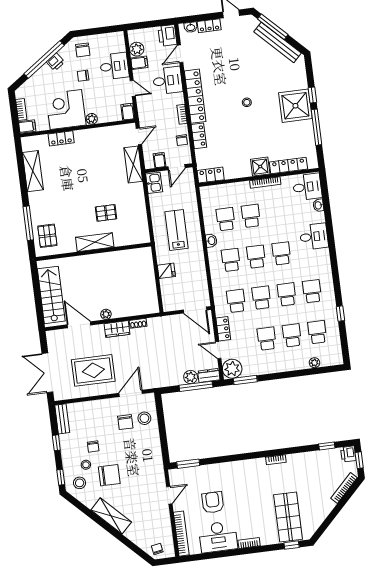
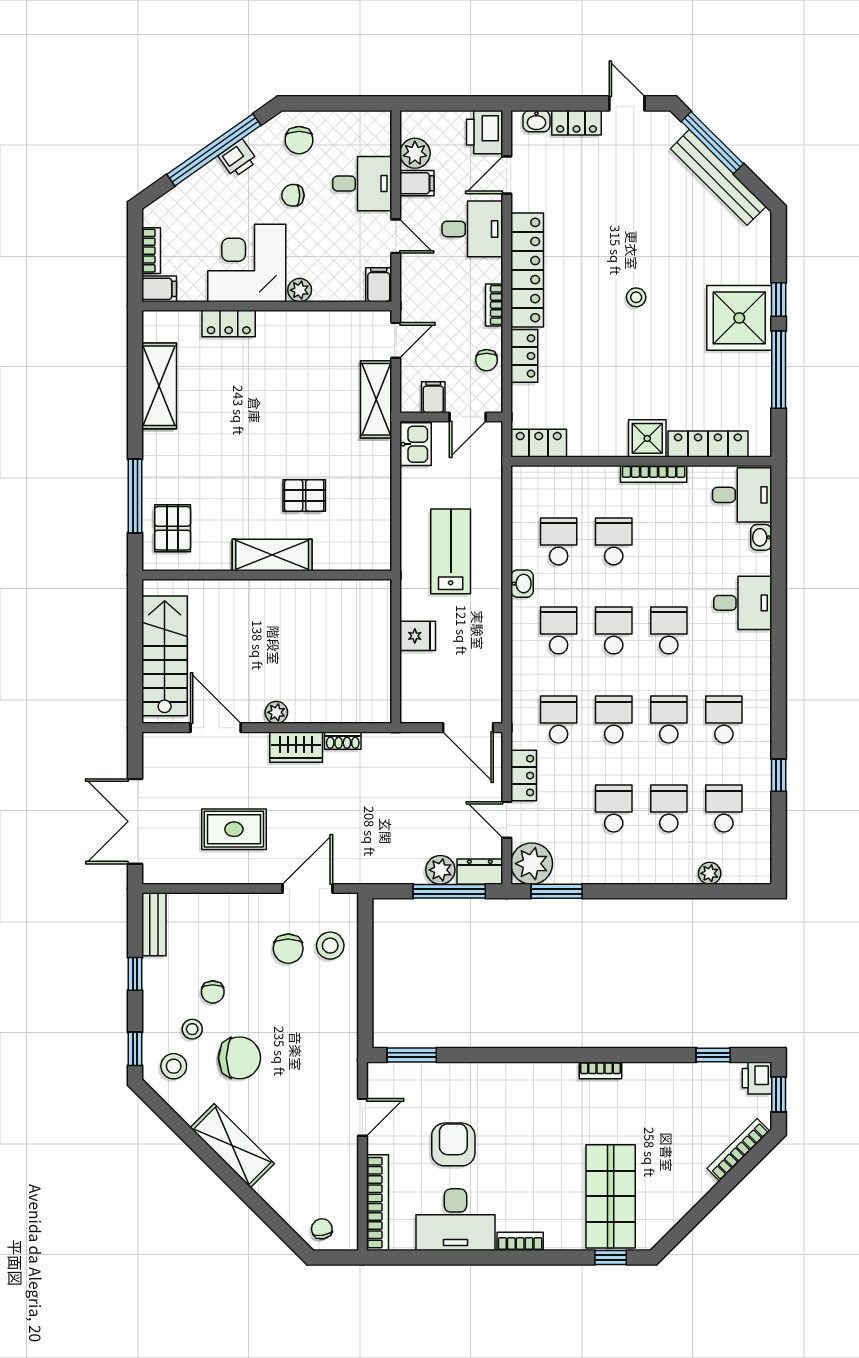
rug: (93, 370) -> (234, 829), width x0.73, depth x0.70

